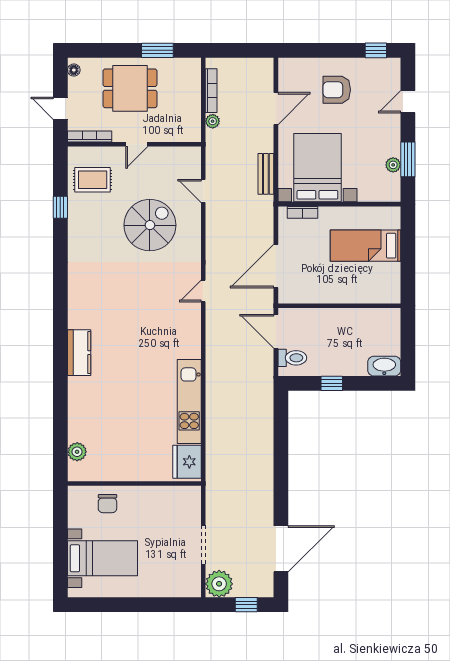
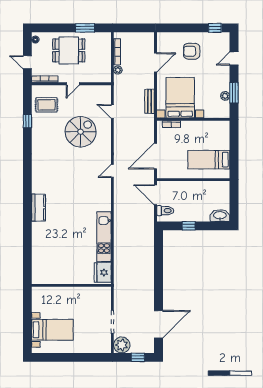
bed: (366, 246) -> (209, 160), moved
plant: (77, 452) -> (37, 267), removed
chair: (107, 504) -> (55, 297), removed

